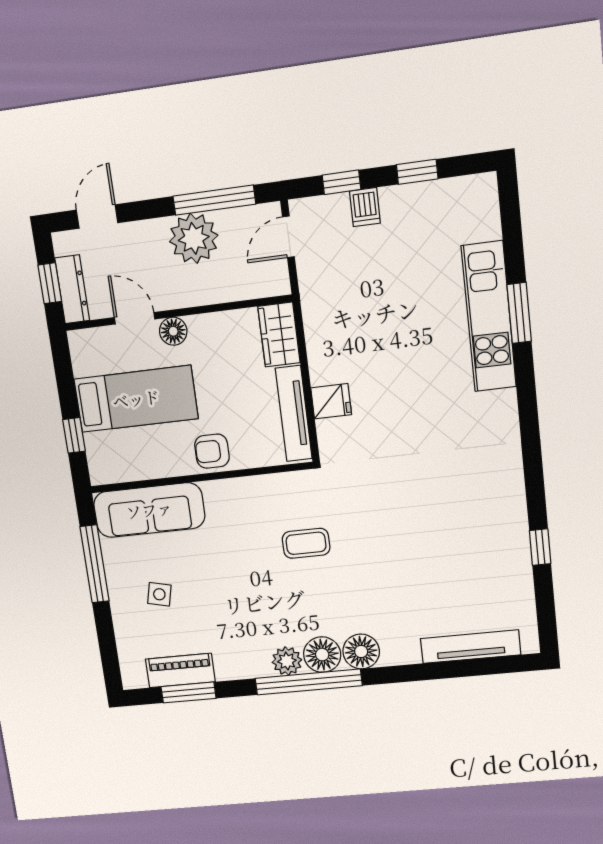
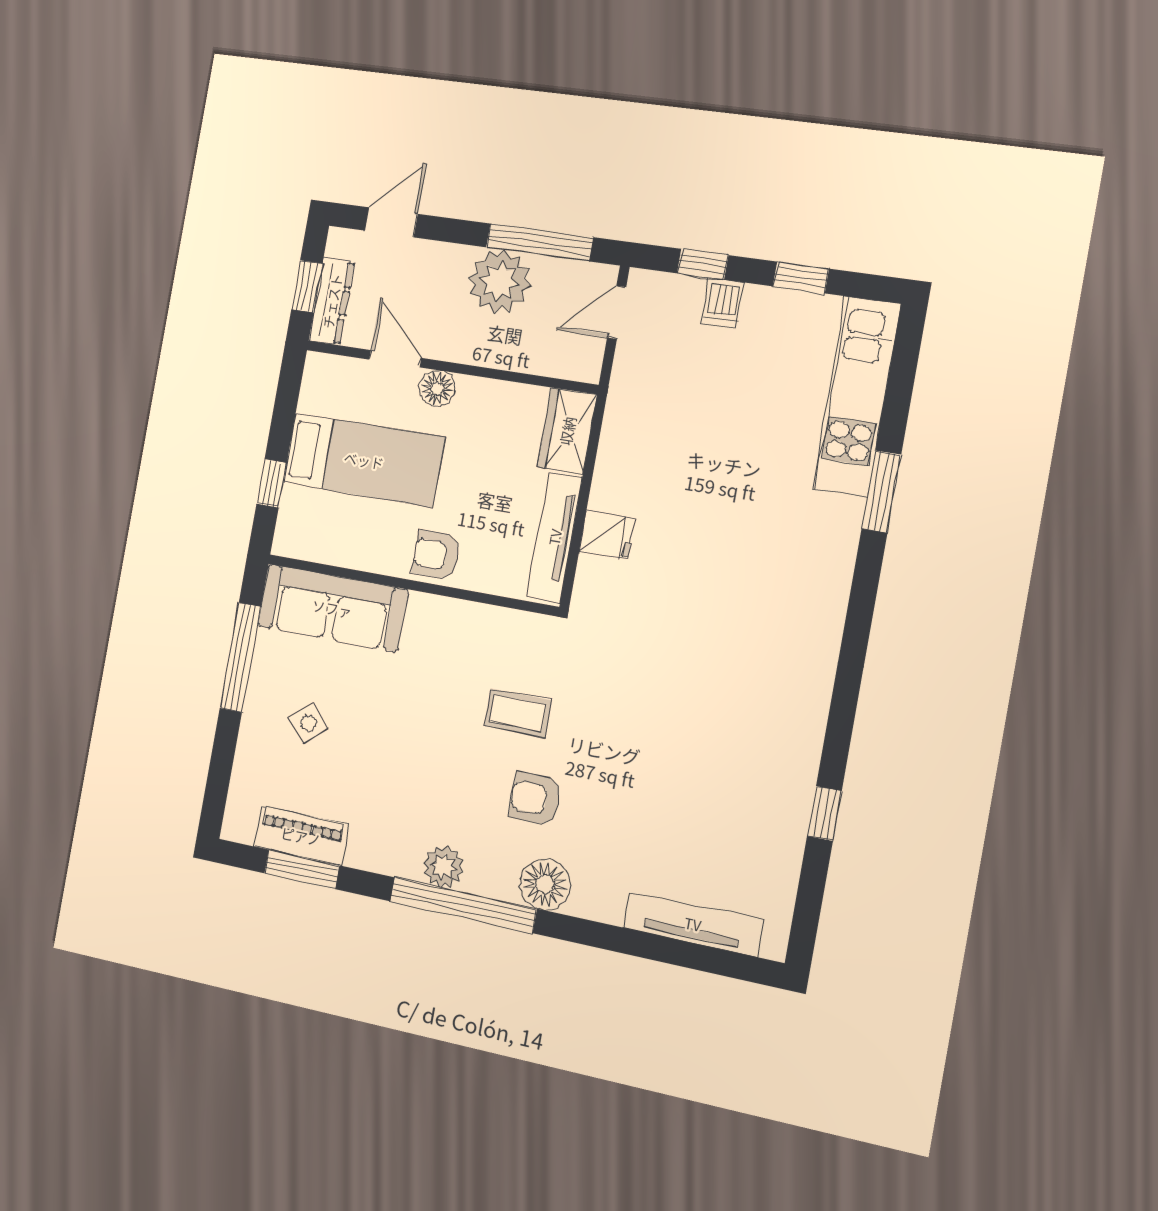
kitchen unit: (489, 317) -> (856, 397), moved
side table: (159, 594) -> (308, 723), turned 36
armchair: (337, 597) -> (535, 799), added
floor lamp: (322, 655) -> (492, 872), removed

